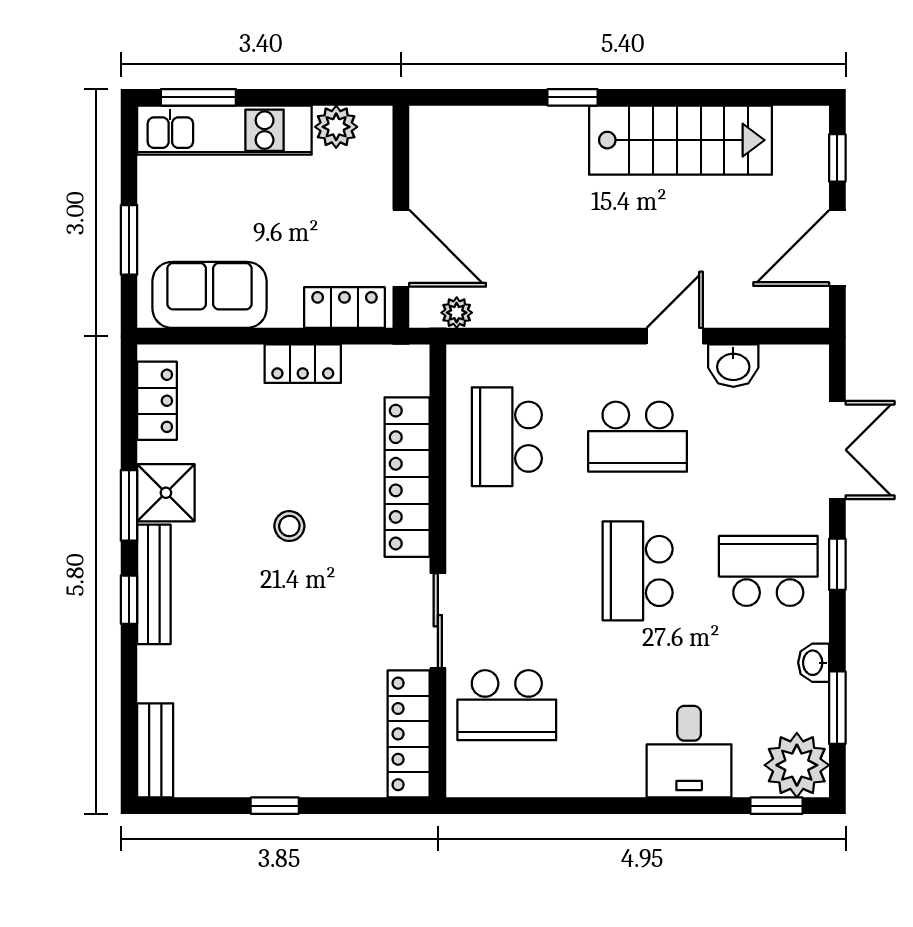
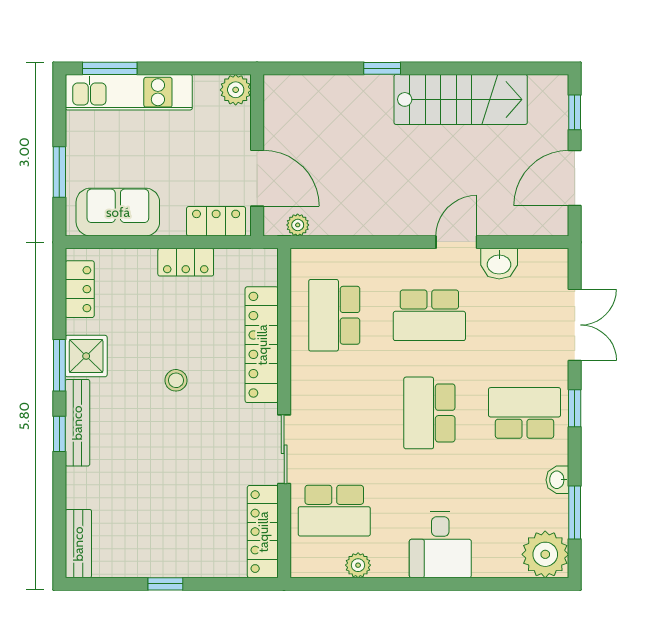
plant: (336, 127) -> (236, 90), moved
desk: (689, 752) -> (440, 544), moved
plant: (539, 780) -> (358, 565), added
window: (777, 806) -> (531, 584), removed

